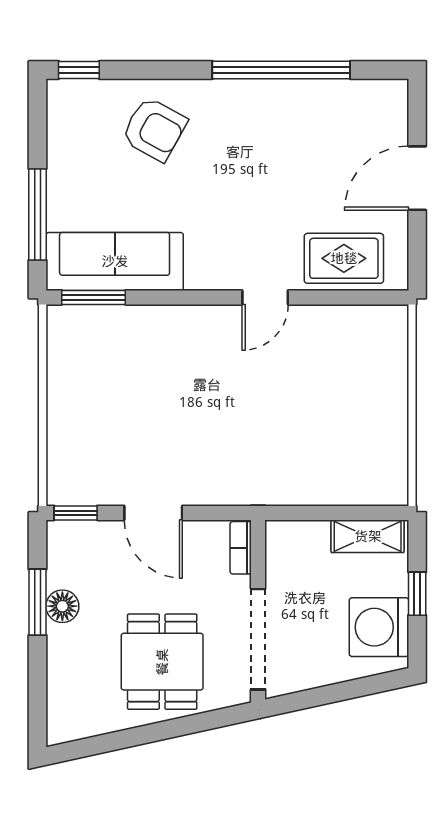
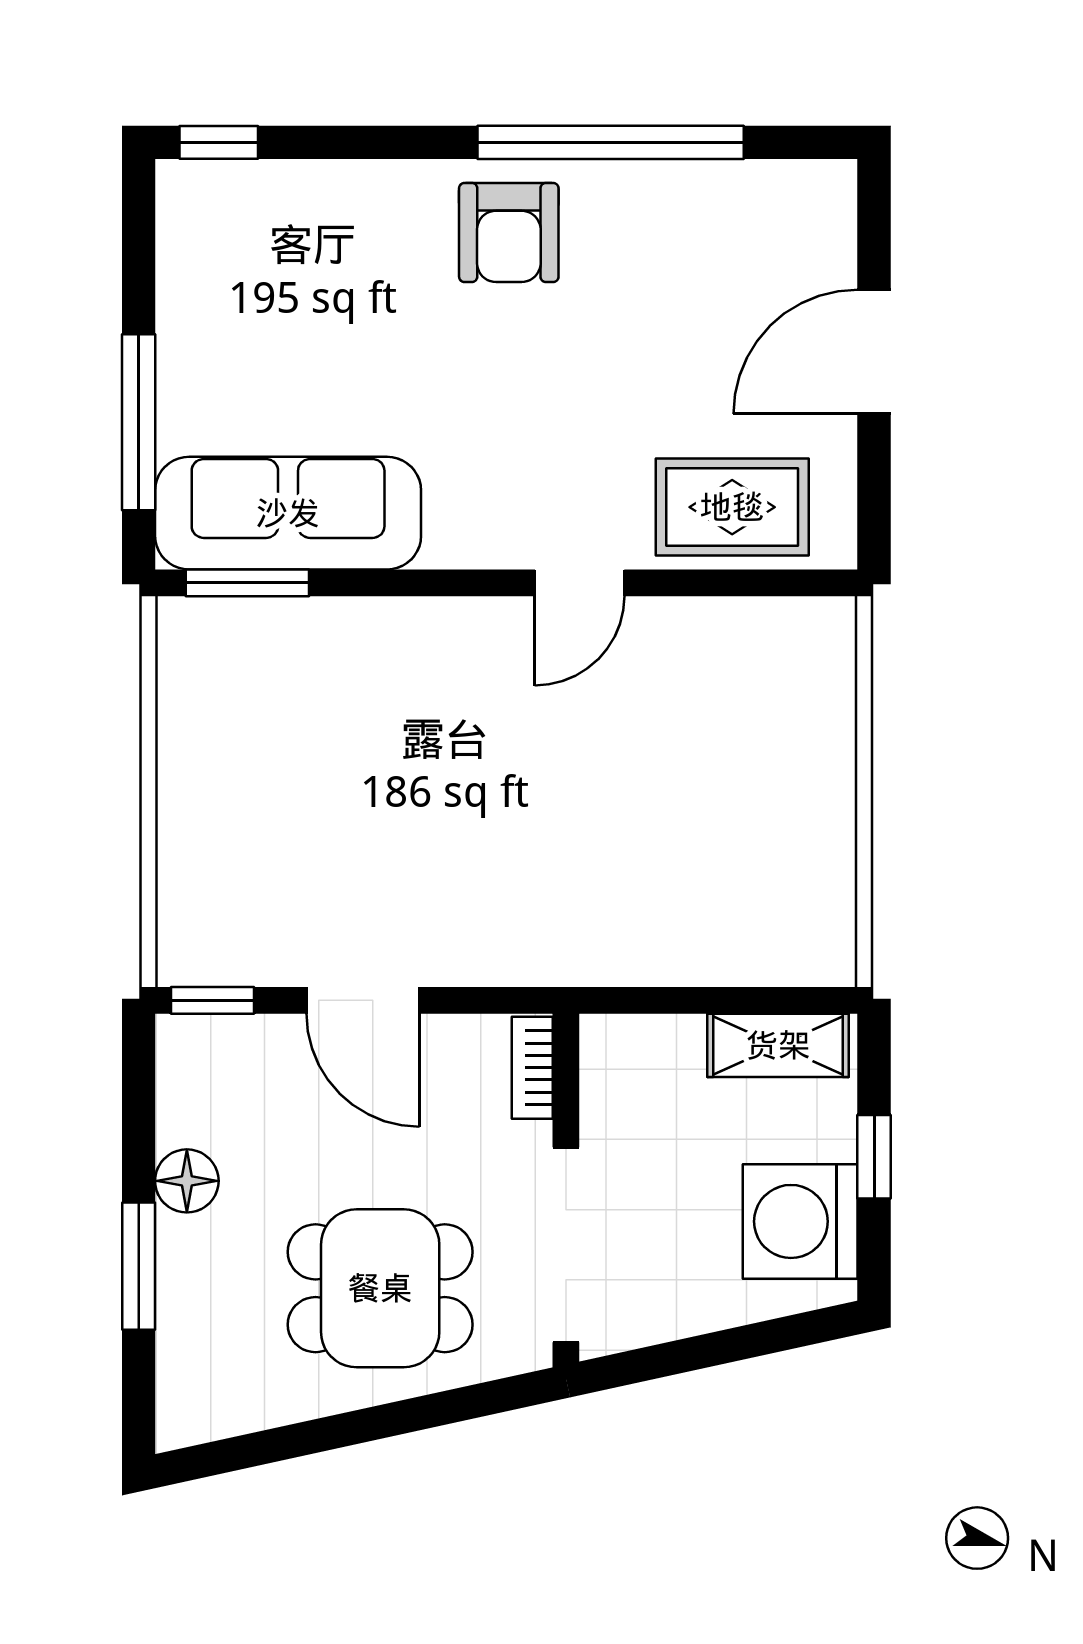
armchair: (154, 129) -> (509, 232), moved, turned 61
window: (37, 602) -> (139, 1266), moved
dining table: (162, 662) -> (380, 1288), turned 90

